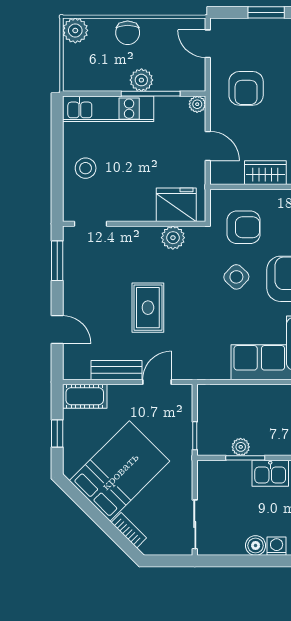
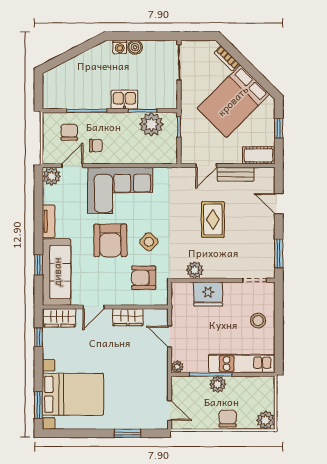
armchair: (246, 88) -> (142, 378), removed
fridge: (176, 205) -> (208, 294), moved
plant: (241, 447) -> (151, 124), width x1.88, depth x1.88

